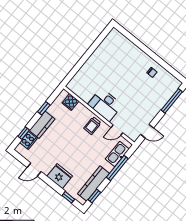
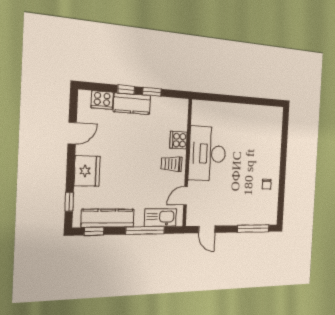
cooker: (70, 102) -> (179, 140), moved
desk: (105, 105) -> (207, 154), width x1.36, depth x1.30
door: (117, 130) -> (186, 196), hinge flipped
window: (24, 133) -> (126, 89), moved
door: (34, 169) -> (72, 133), swing flipped

